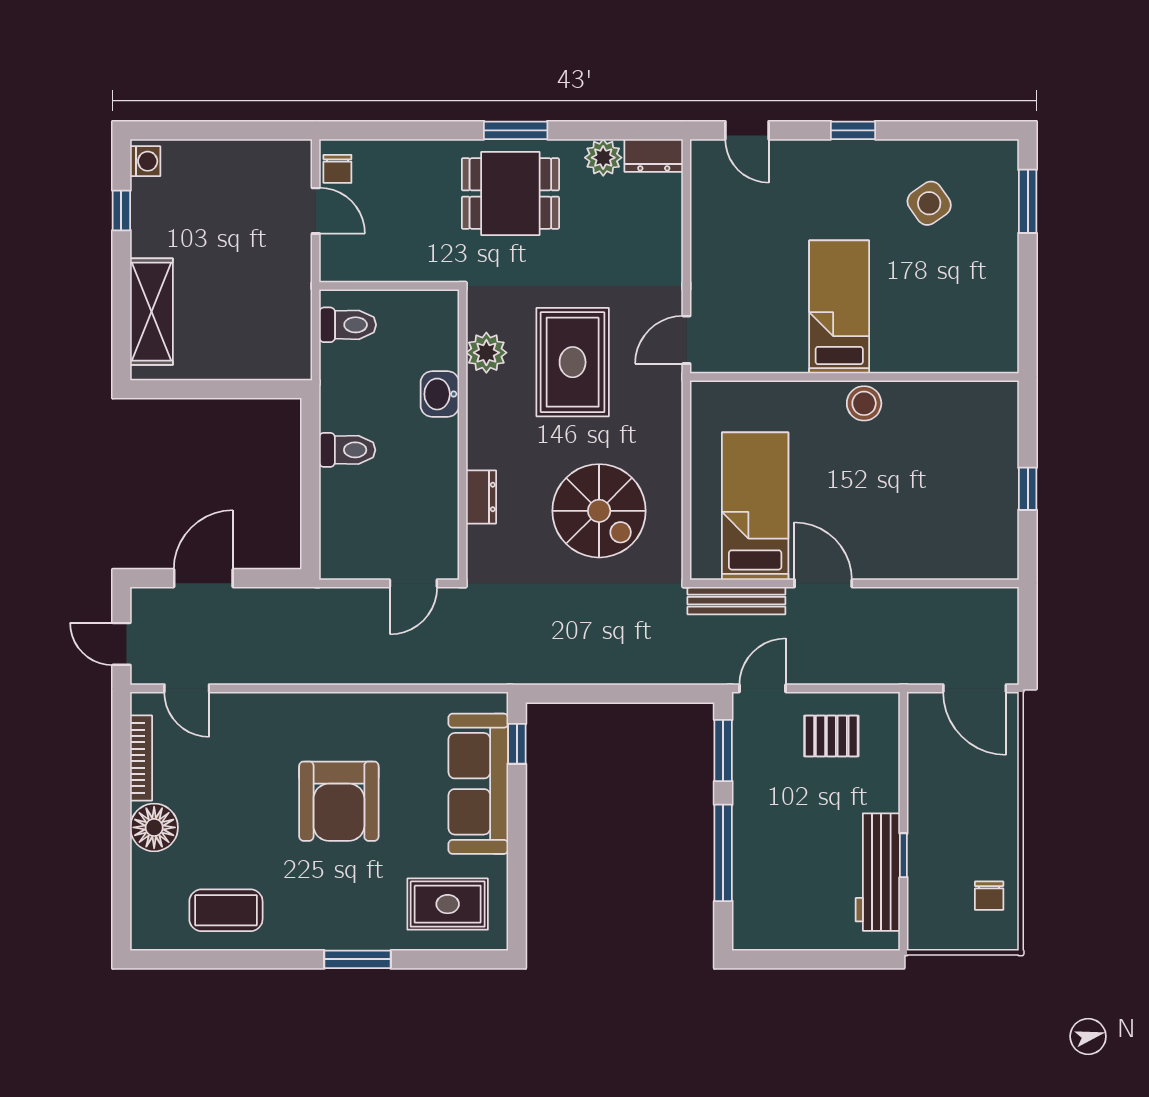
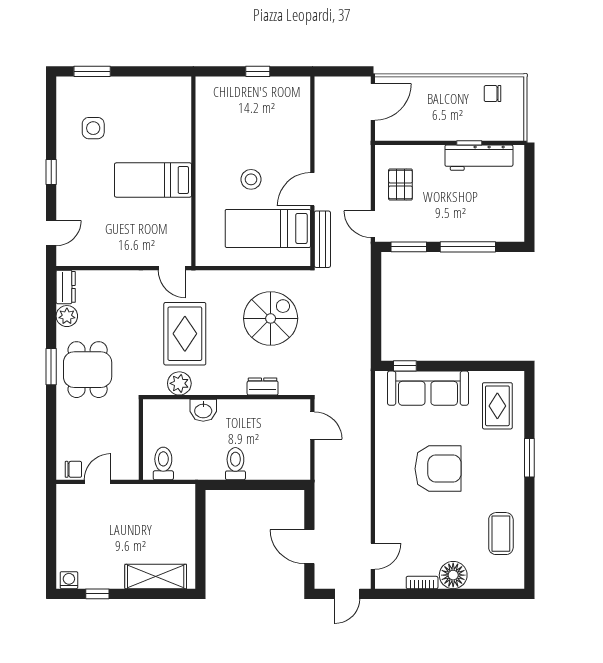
side table: (929, 203) -> (93, 128), turned 35
rug: (573, 362) -> (185, 334), turned 90
stool: (864, 403) -> (251, 179), moved
bookcase: (141, 758) -> (422, 583), width x0.64
chair: (989, 896) -> (493, 94), turned 180

